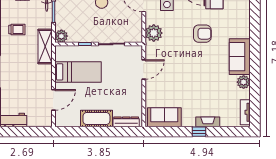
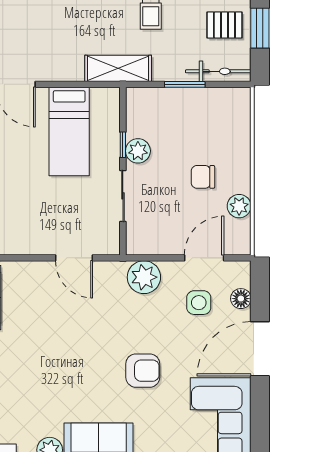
armchair: (202, 34) -> (143, 371), turned -90
plant: (61, 36) -> (138, 151), moved

